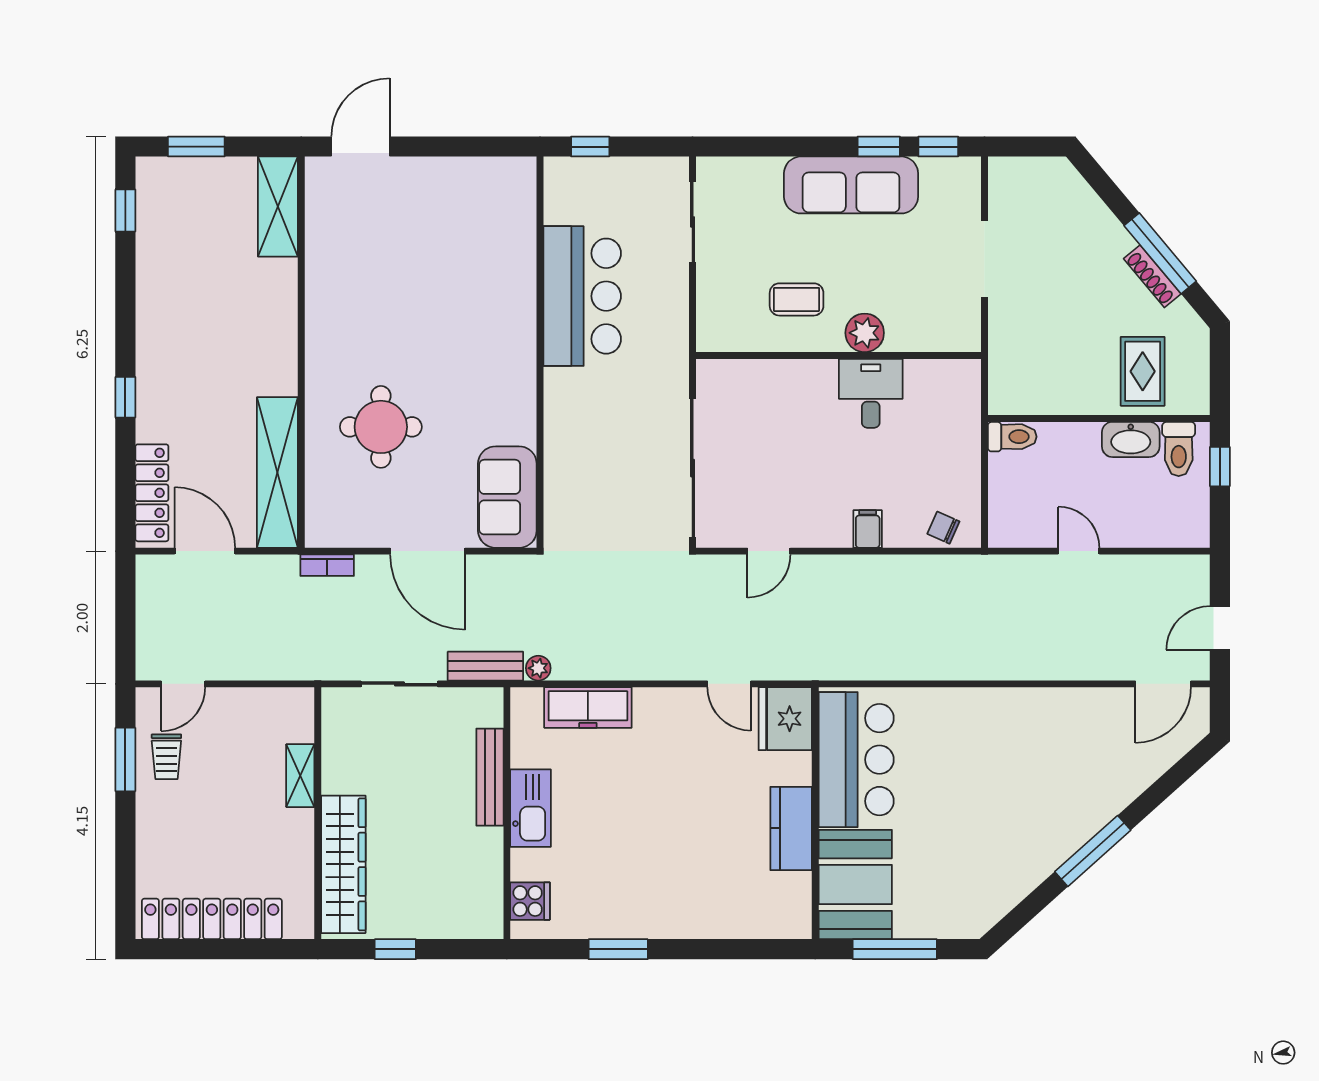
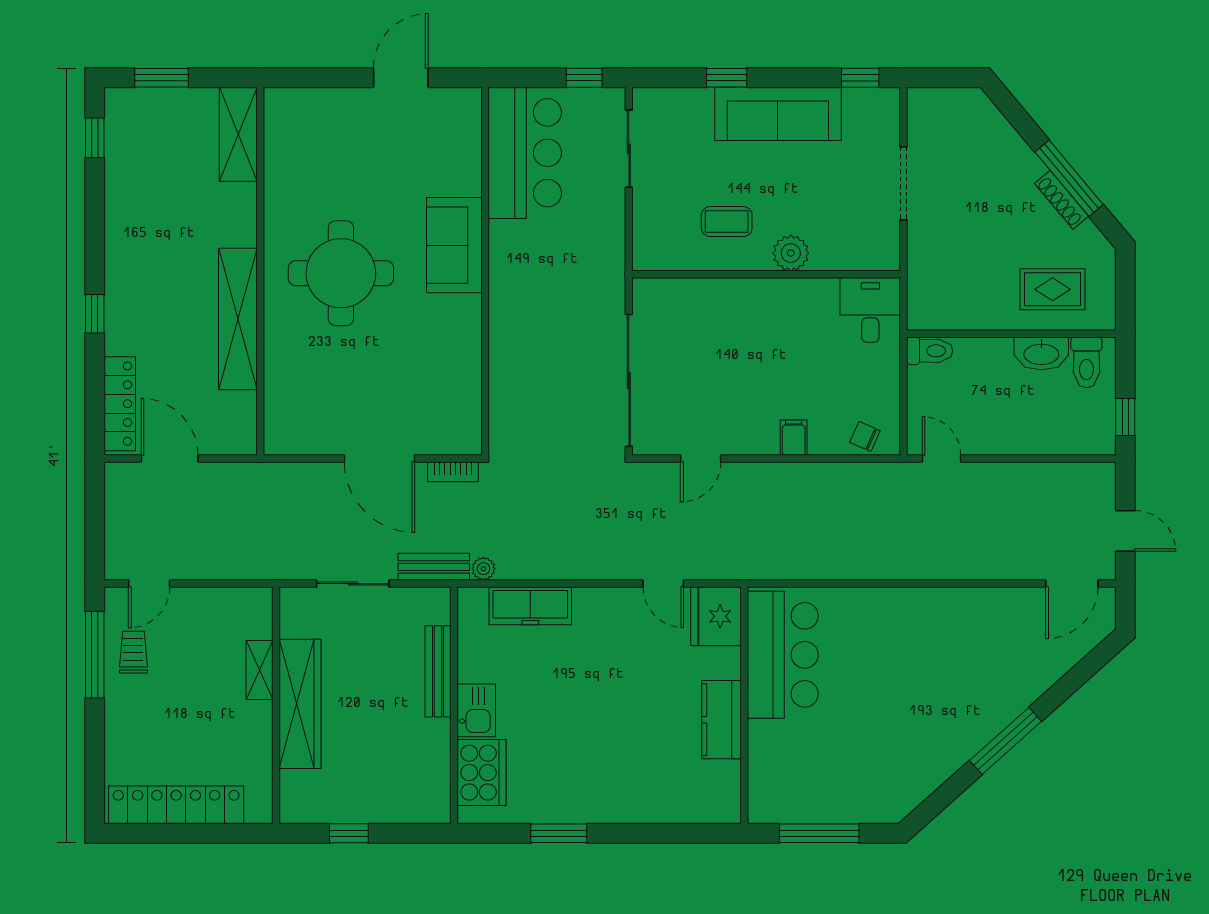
door: (360, 147) -> (401, 78), moved
window: (590, 147) -> (584, 78), moved
window: (879, 147) -> (727, 78), moved
bar counter: (582, 296) -> (525, 153), moved
rug: (1143, 371) -> (1053, 289), turned 90
desk: (871, 393) -> (870, 310), moved
round table: (381, 427) -> (341, 273), moved, width x1.36, depth x1.36
window: (1220, 467) -> (1125, 417), moved
shelving: (277, 473) -> (238, 319), moved
sofa: (507, 497) -> (454, 245), moved
door: (1079, 551) -> (942, 459), moved
bookcase: (327, 565) -> (453, 472), moved
door: (1220, 628) -> (1125, 531), swing flipped
trolley: (166, 757) -> (133, 652), turned 180
window: (125, 759) -> (95, 655), width x1.44
kitchen sink: (531, 808) -> (476, 710), width x0.73
wardrobe: (343, 864) -> (300, 704), moved
booth: (855, 885) -> (782, 772), removed
cooker: (530, 901) -> (481, 773), width x1.87, depth x1.31

